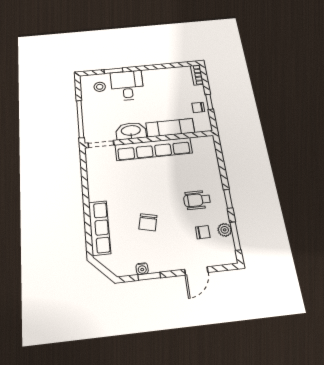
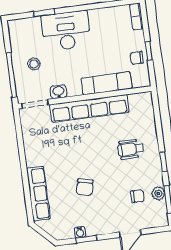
desk: (127, 85) -> (66, 31), width x1.37
stool: (100, 87) -> (34, 64), moved
washbasin: (131, 131) -> (58, 92), width x0.52, depth x0.69
wheelchair: (197, 200) -> (131, 149), moved

